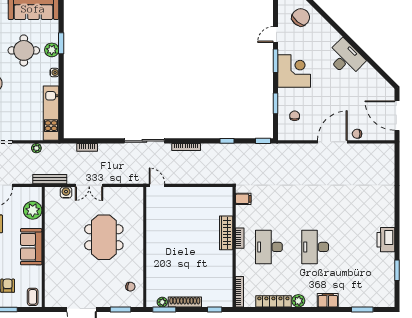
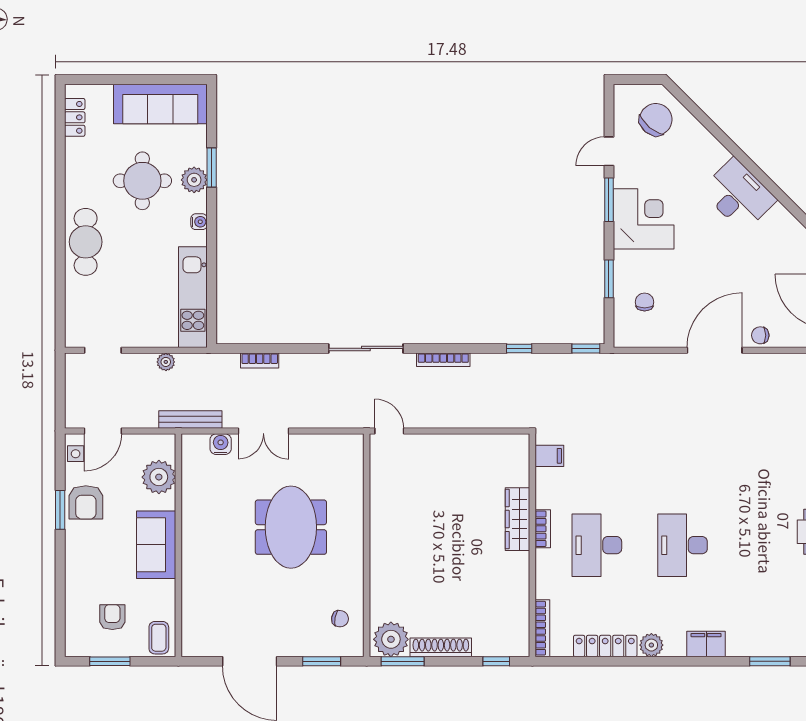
plant: (162, 302) -> (391, 639), width x1.88, depth x1.88

